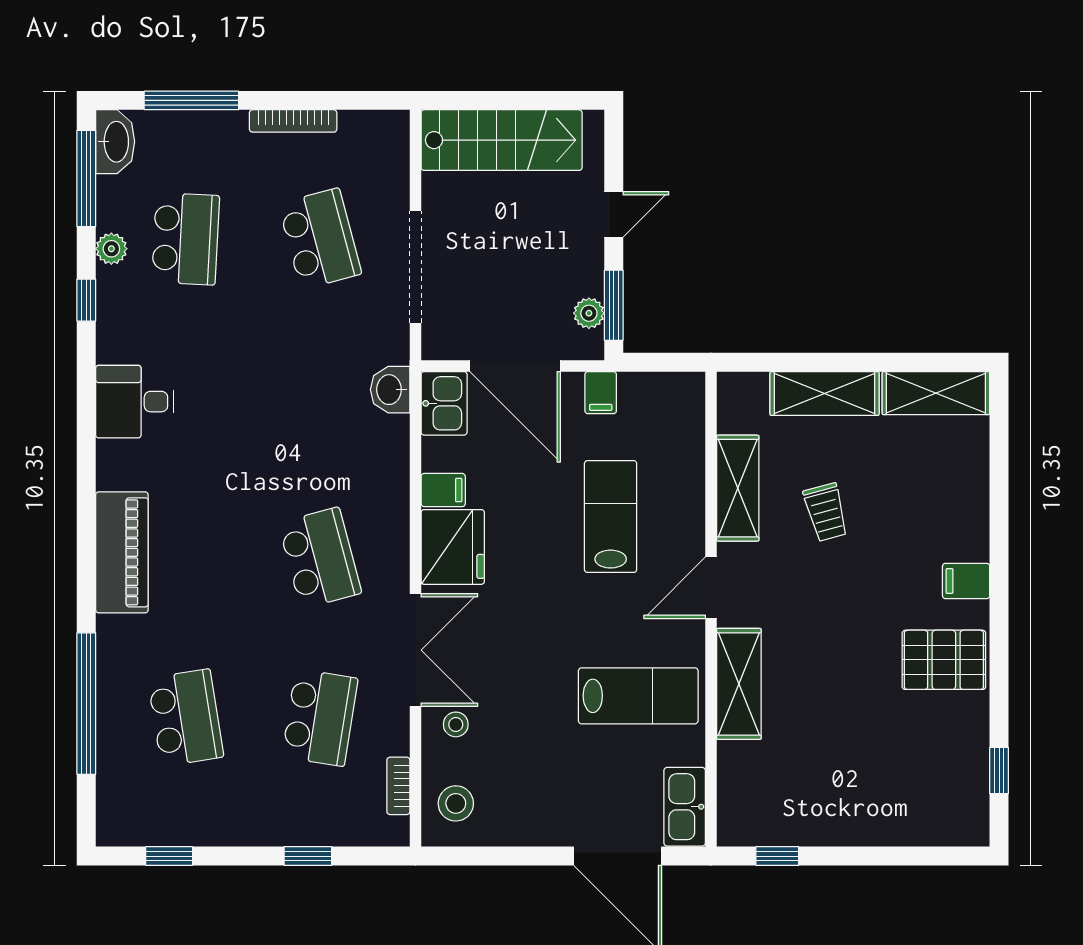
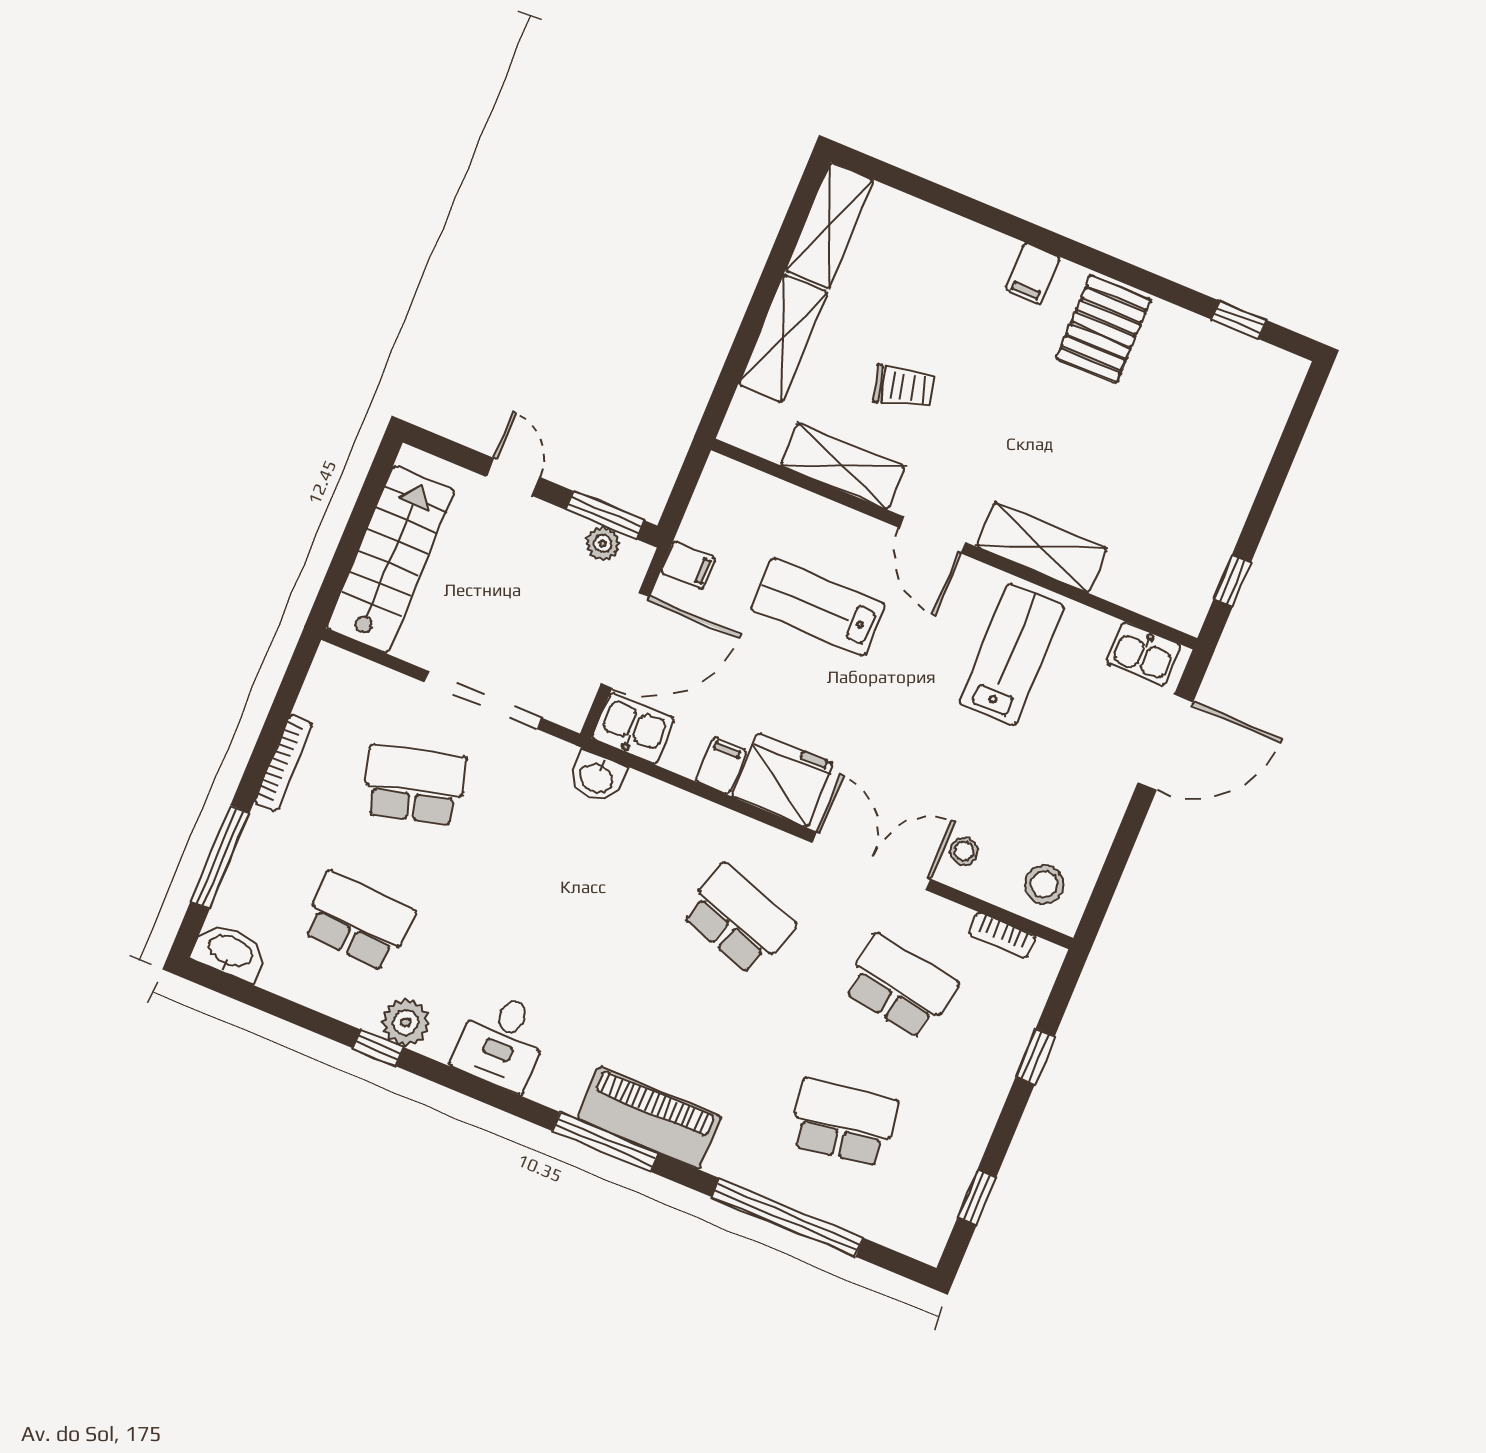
window: (86, 178) -> (605, 1142), moved
plant: (111, 249) -> (406, 1022), moved, width x1.38, depth x1.38
school desk: (320, 558) -> (738, 919), turned 33
kitchen sink: (685, 807) -> (1143, 654), width x0.73

